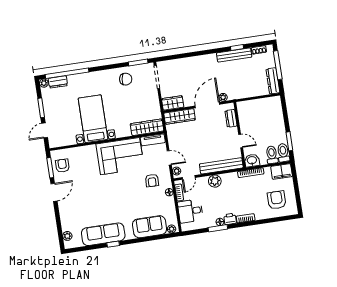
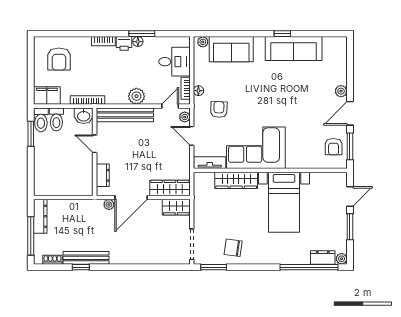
wardrobe: (147, 127) -> (236, 180), moved
plant: (67, 236) -> (341, 91), moved

